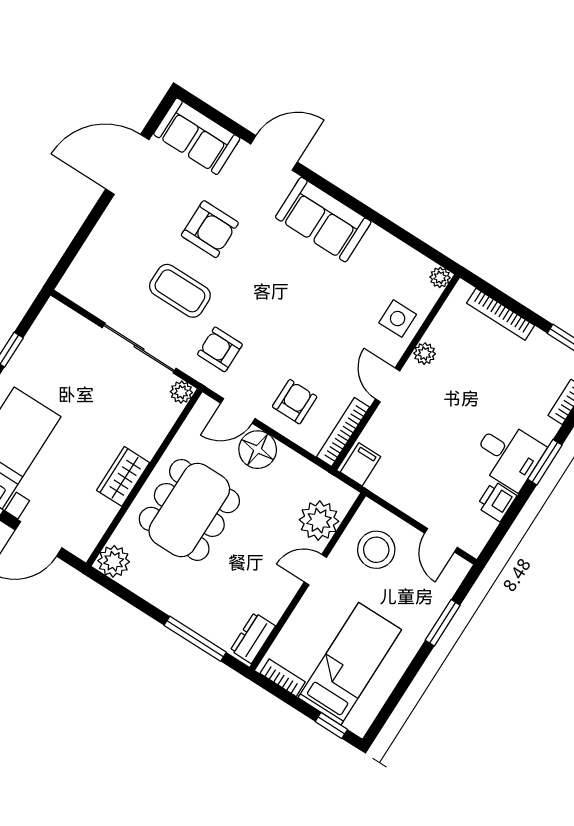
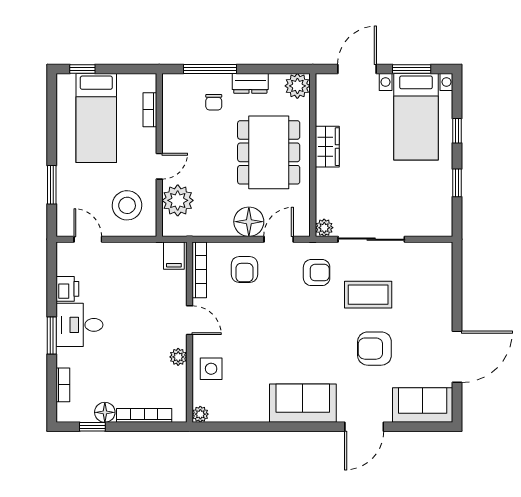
floor lamp: (540, 344) -> (105, 412), added
chair: (214, 601) -> (214, 102), added
dresser: (253, 638) -> (250, 83), moved, turned 90
bookcase: (283, 678) -> (150, 110), moved, turned 90

